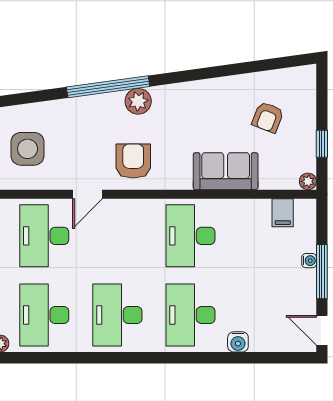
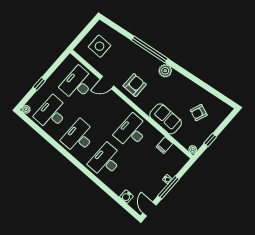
plant: (138, 101) -> (165, 71), moved
filing cabinet: (283, 213) -> (164, 145), moved
water cooler: (238, 342) -> (126, 197), moved

